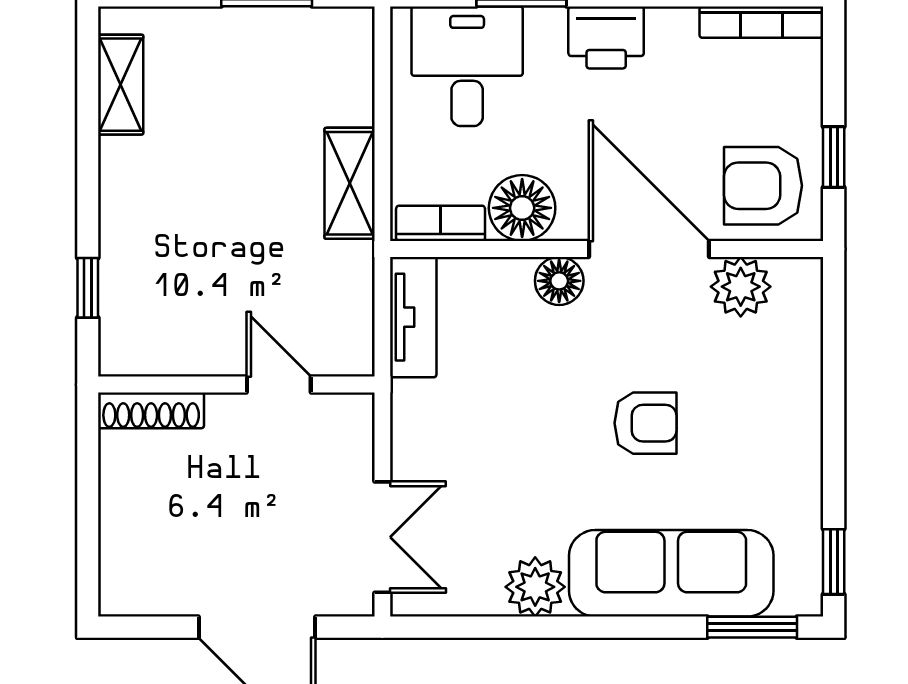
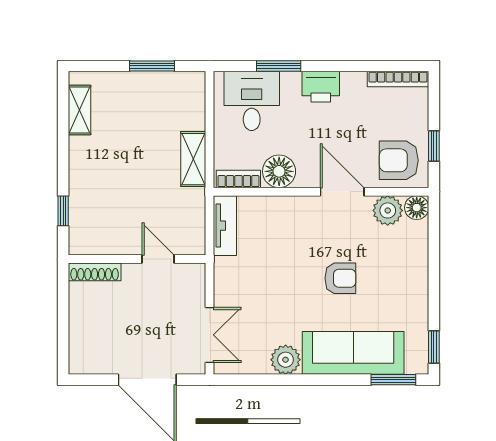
door: (649, 249) -> (342, 192), width x0.73
floor lamp: (559, 281) -> (417, 208), moved

